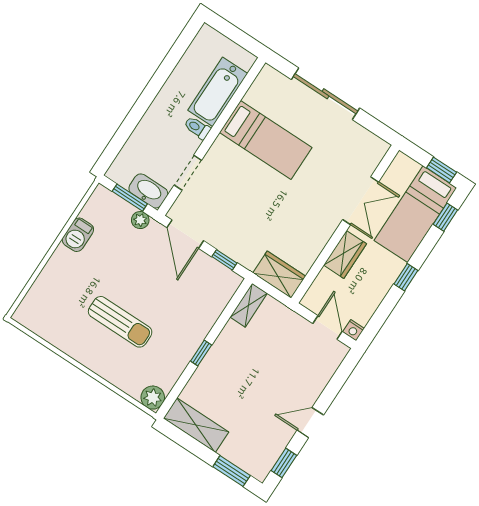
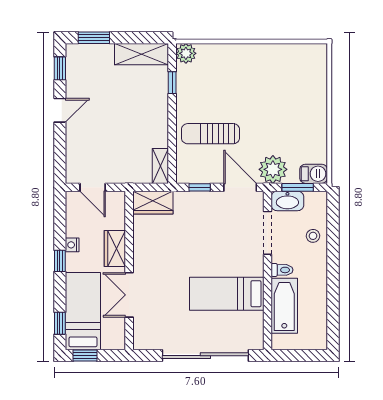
sliding door: (325, 94) -> (205, 356), width x1.36
stool: (146, 141) -> (313, 236), added
doorway: (188, 173) -> (267, 233), width x1.38
plant: (140, 220) -> (273, 169), width x1.88, depth x1.88
barbecue: (78, 235) -> (314, 174), moved, turned 90
sun lounger: (120, 322) -> (210, 134), moved
nightstand: (354, 330) -> (72, 245), moved, turned -90
window: (201, 353) -> (172, 83), moved

